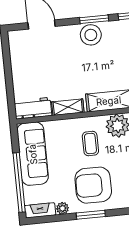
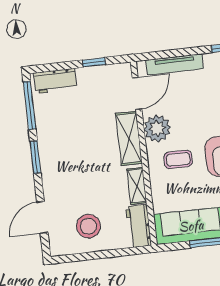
stool: (91, 35) -> (88, 226), moved

